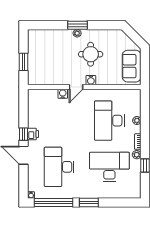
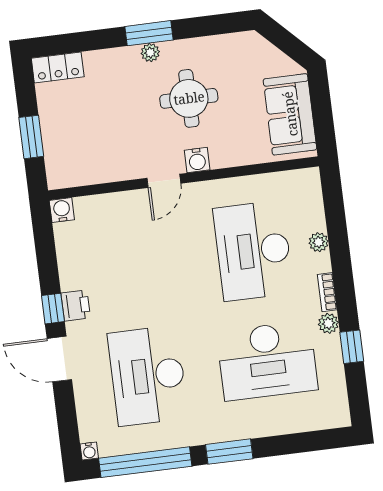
locker: (38, 35) -> (58, 67), added
water cooler: (63, 94) -> (62, 210), moved
desk: (109, 167) -> (267, 361), turned 180

